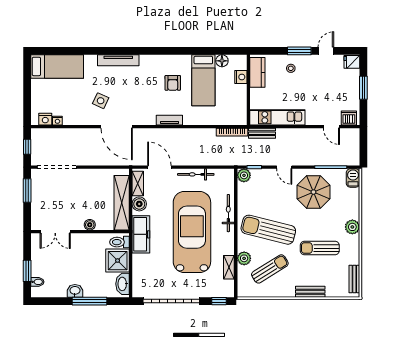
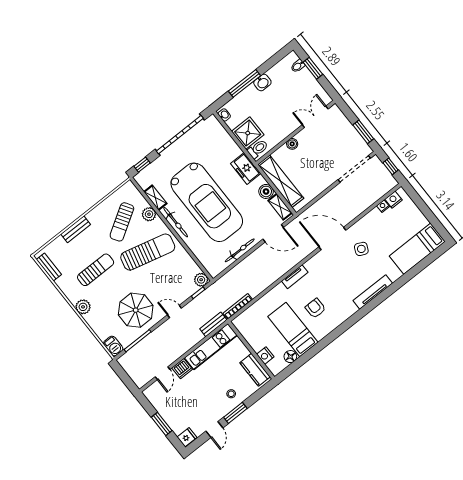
dishwasher: (349, 118) -> (182, 369), moved
door: (331, 127) -> (163, 373), swing flipped
bicycle: (228, 213) -> (176, 222), moved
freezer: (141, 234) -> (246, 168), width x0.71
washbasin: (123, 284) -> (224, 115), width x0.52, depth x0.69

